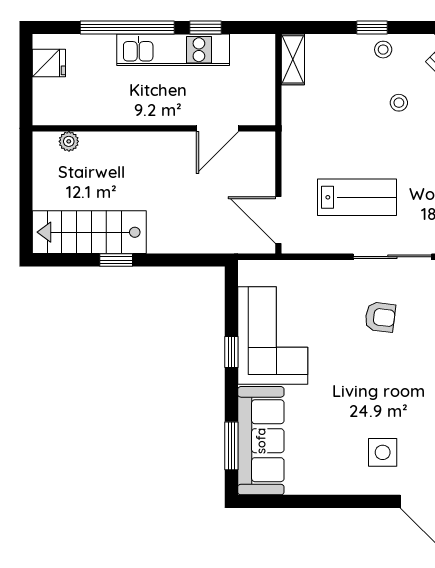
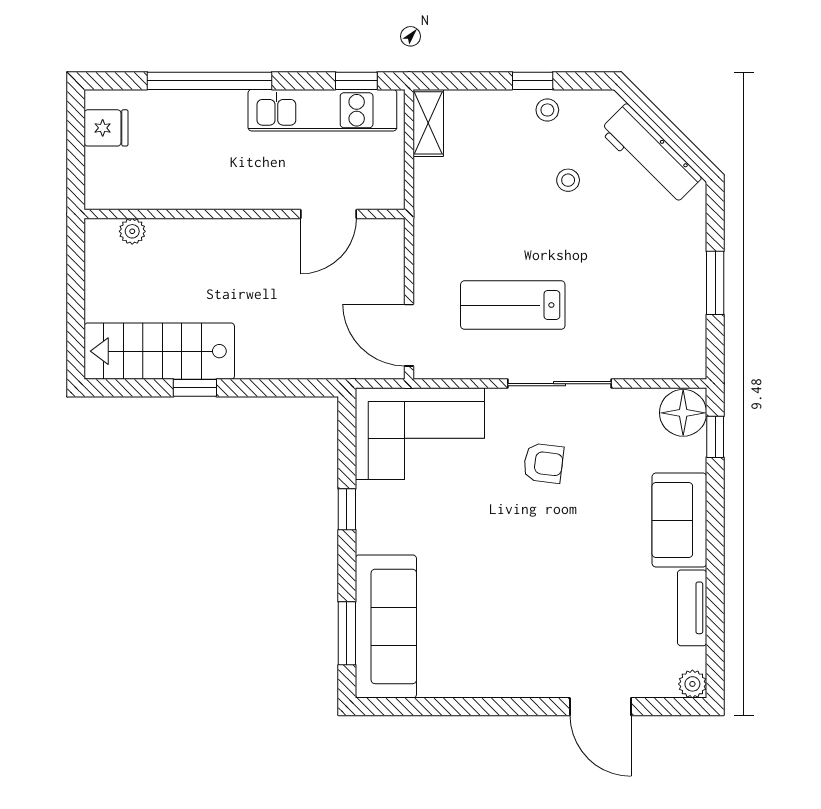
window: (206, 27) -> (356, 81), moved
kitchen unit: (173, 50) -> (322, 110), moved
lab bench: (357, 197) -> (513, 305), turned 180
corner sofa: (273, 335) -> (420, 434), moved, turned 90
side table: (383, 452) -> (547, 642), removed

